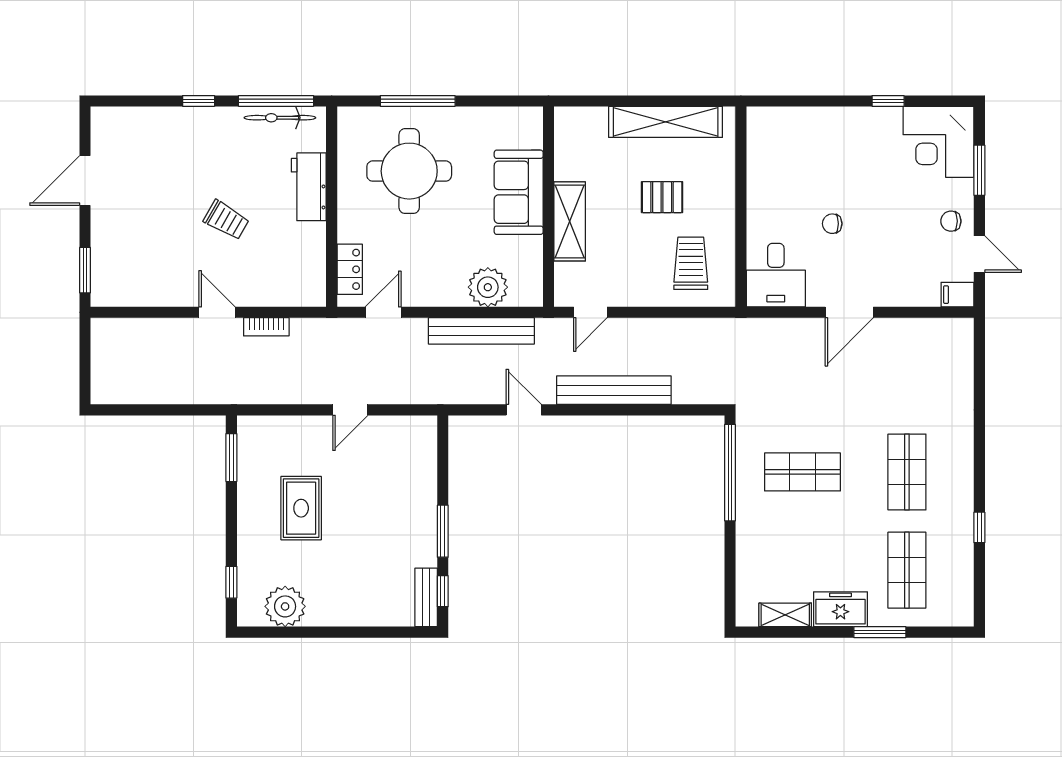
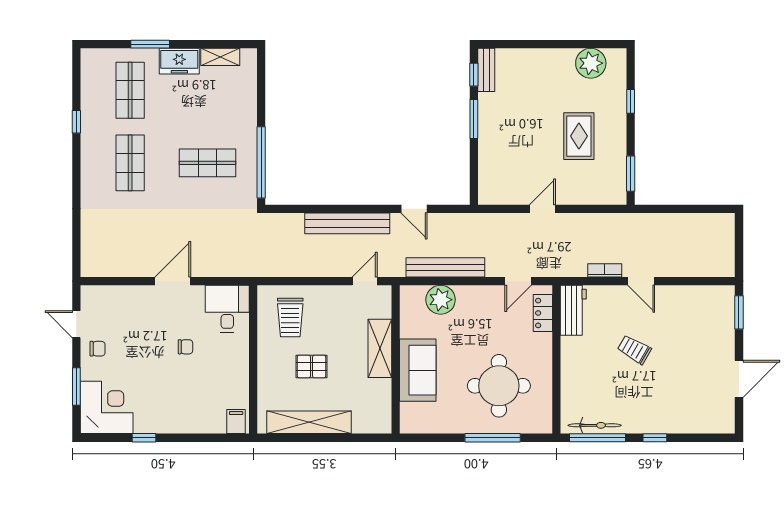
workbench: (309, 187) -> (573, 310), moved
filing cabinet: (958, 295) -> (236, 422), moved, turned -90
window: (231, 582) -> (631, 101), moved

